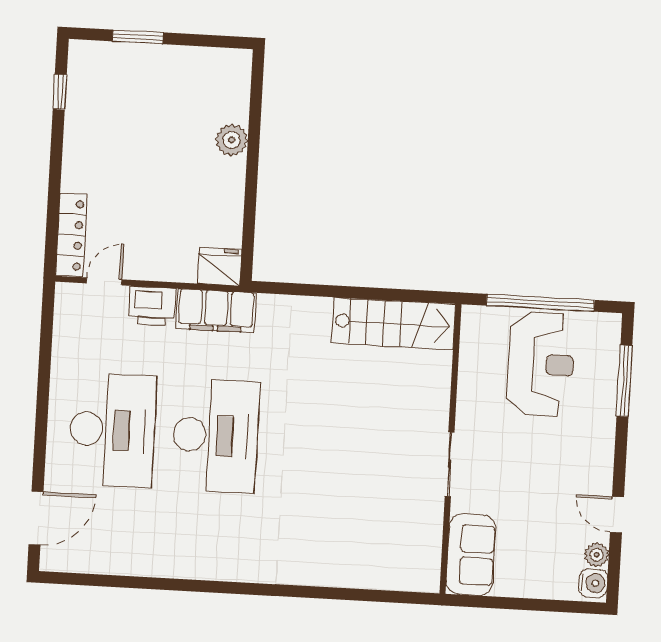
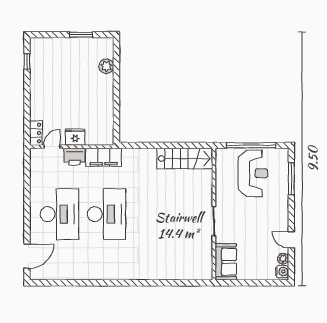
window: (138, 37) -> (81, 35), moved
plant: (232, 140) -> (106, 66), moved
locker: (71, 235) -> (36, 133), width x0.66
fridge: (220, 267) -> (75, 137), moved

